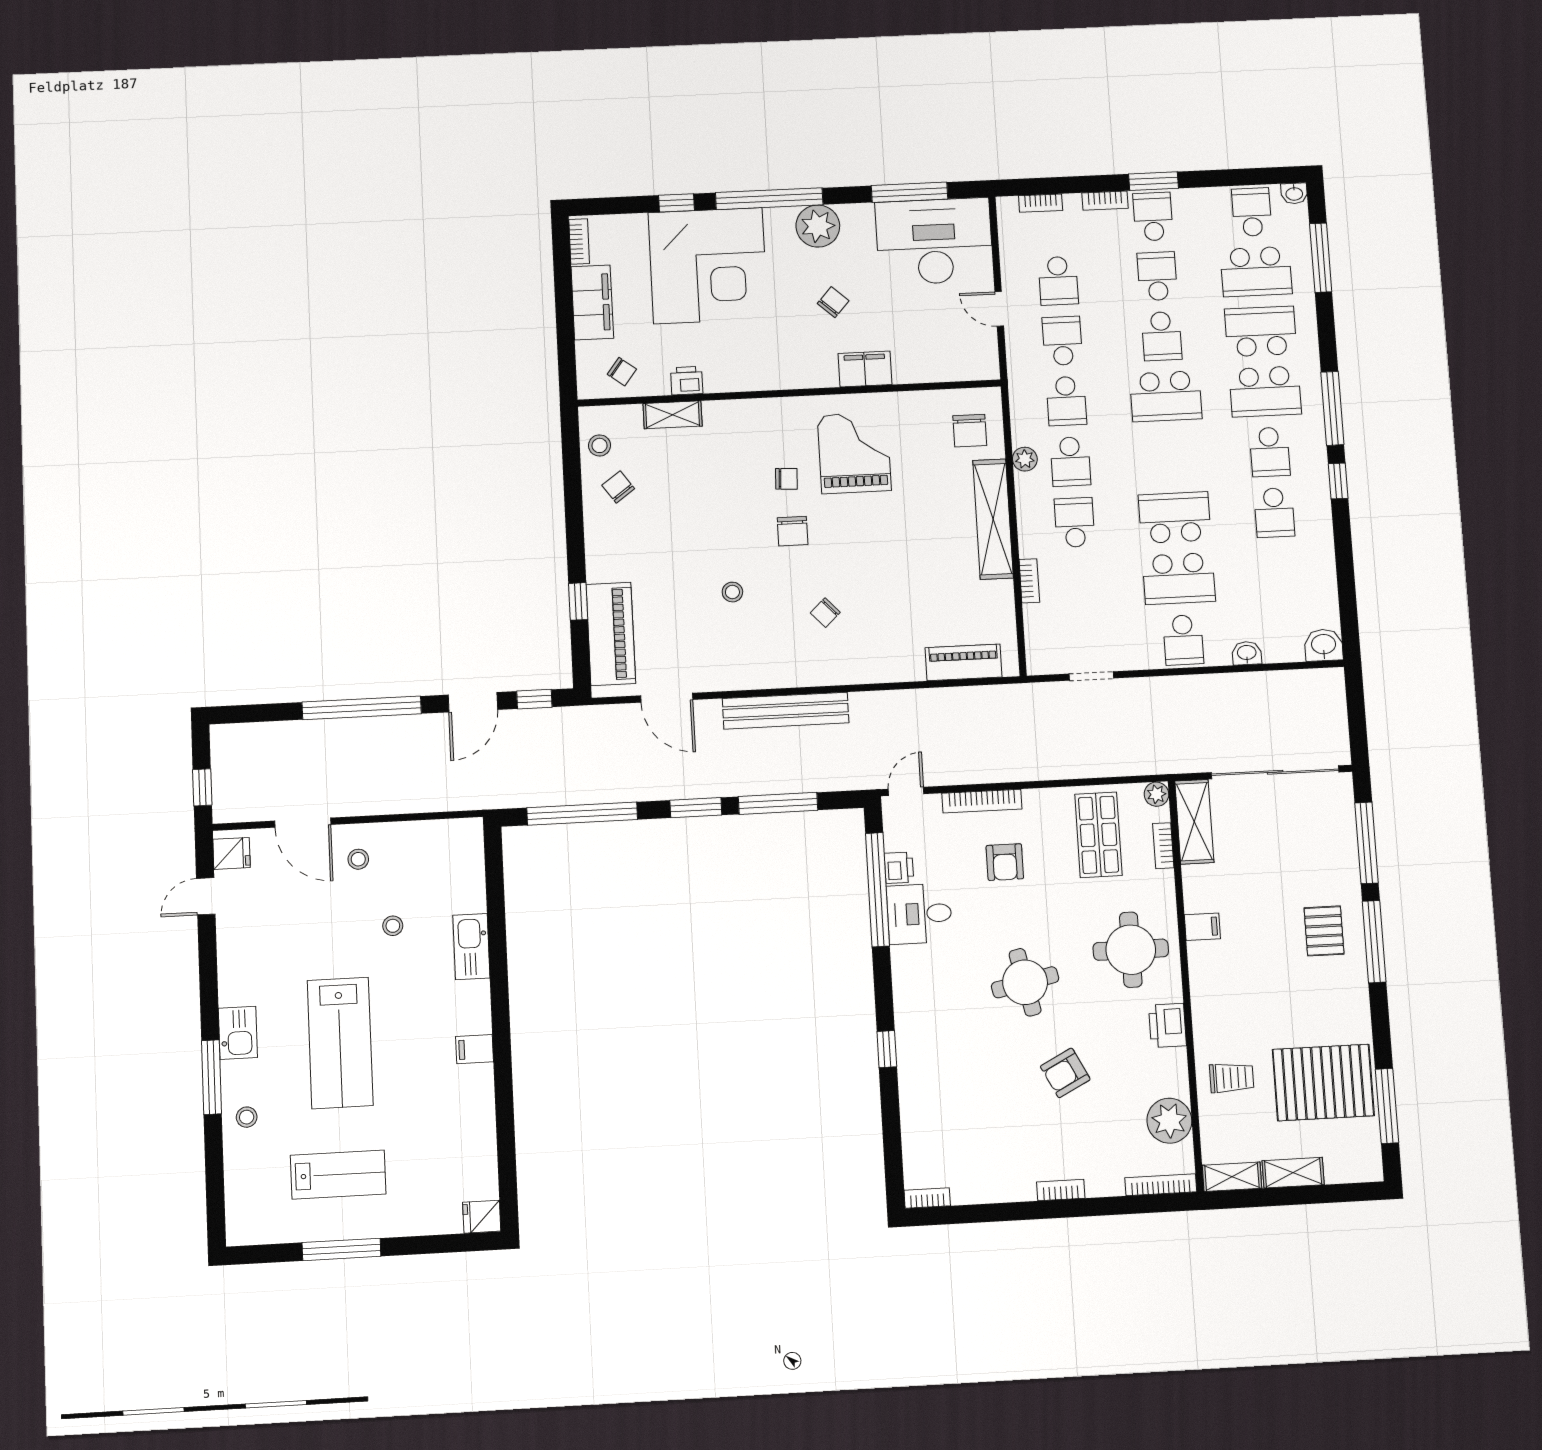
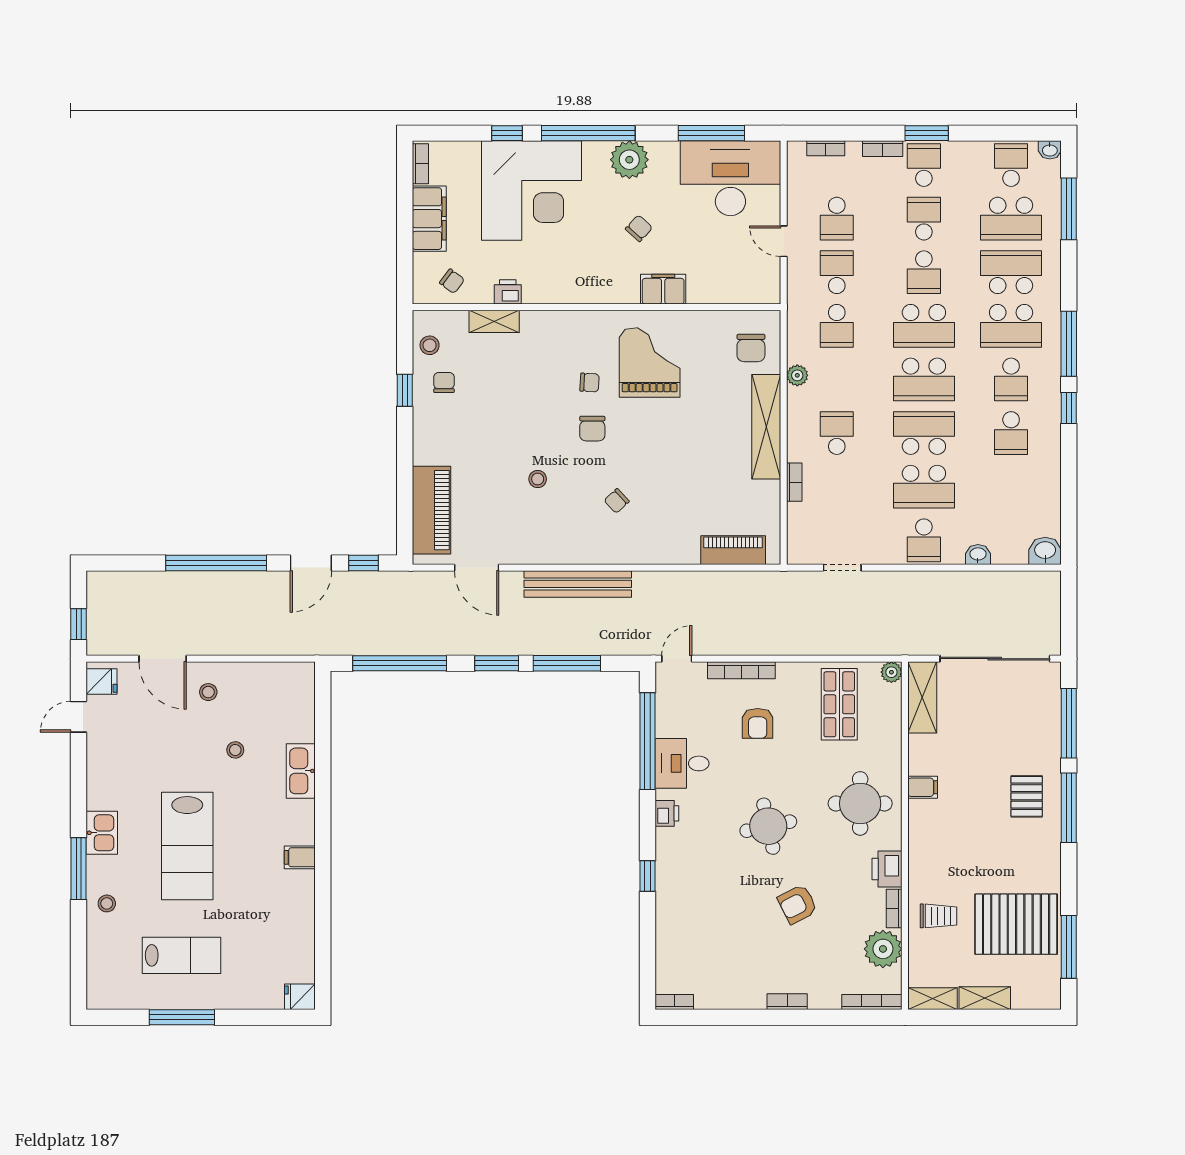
school desk: (1070, 462) -> (924, 379), moved, width x1.85
chair: (618, 487) -> (444, 382), turned 36
window: (578, 601) -> (405, 390), moved
bookcase: (1163, 846) -> (894, 909), moved
printer: (899, 868) -> (667, 813), moved

